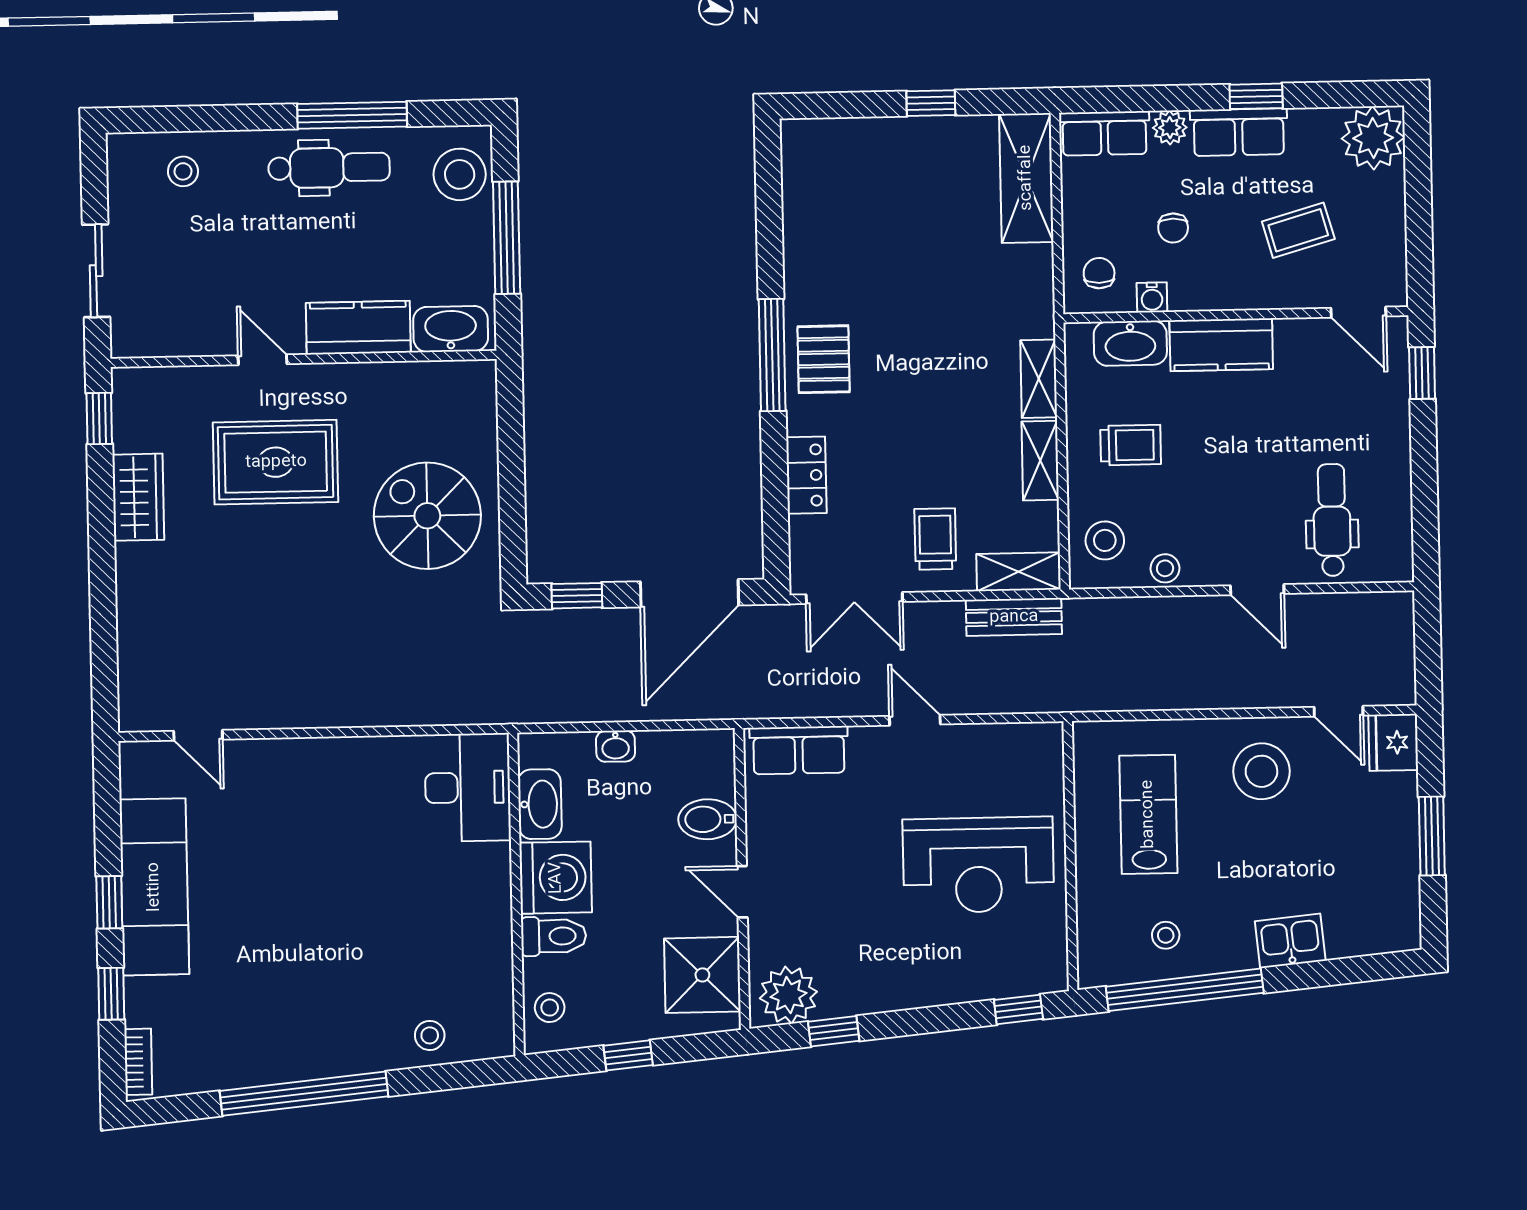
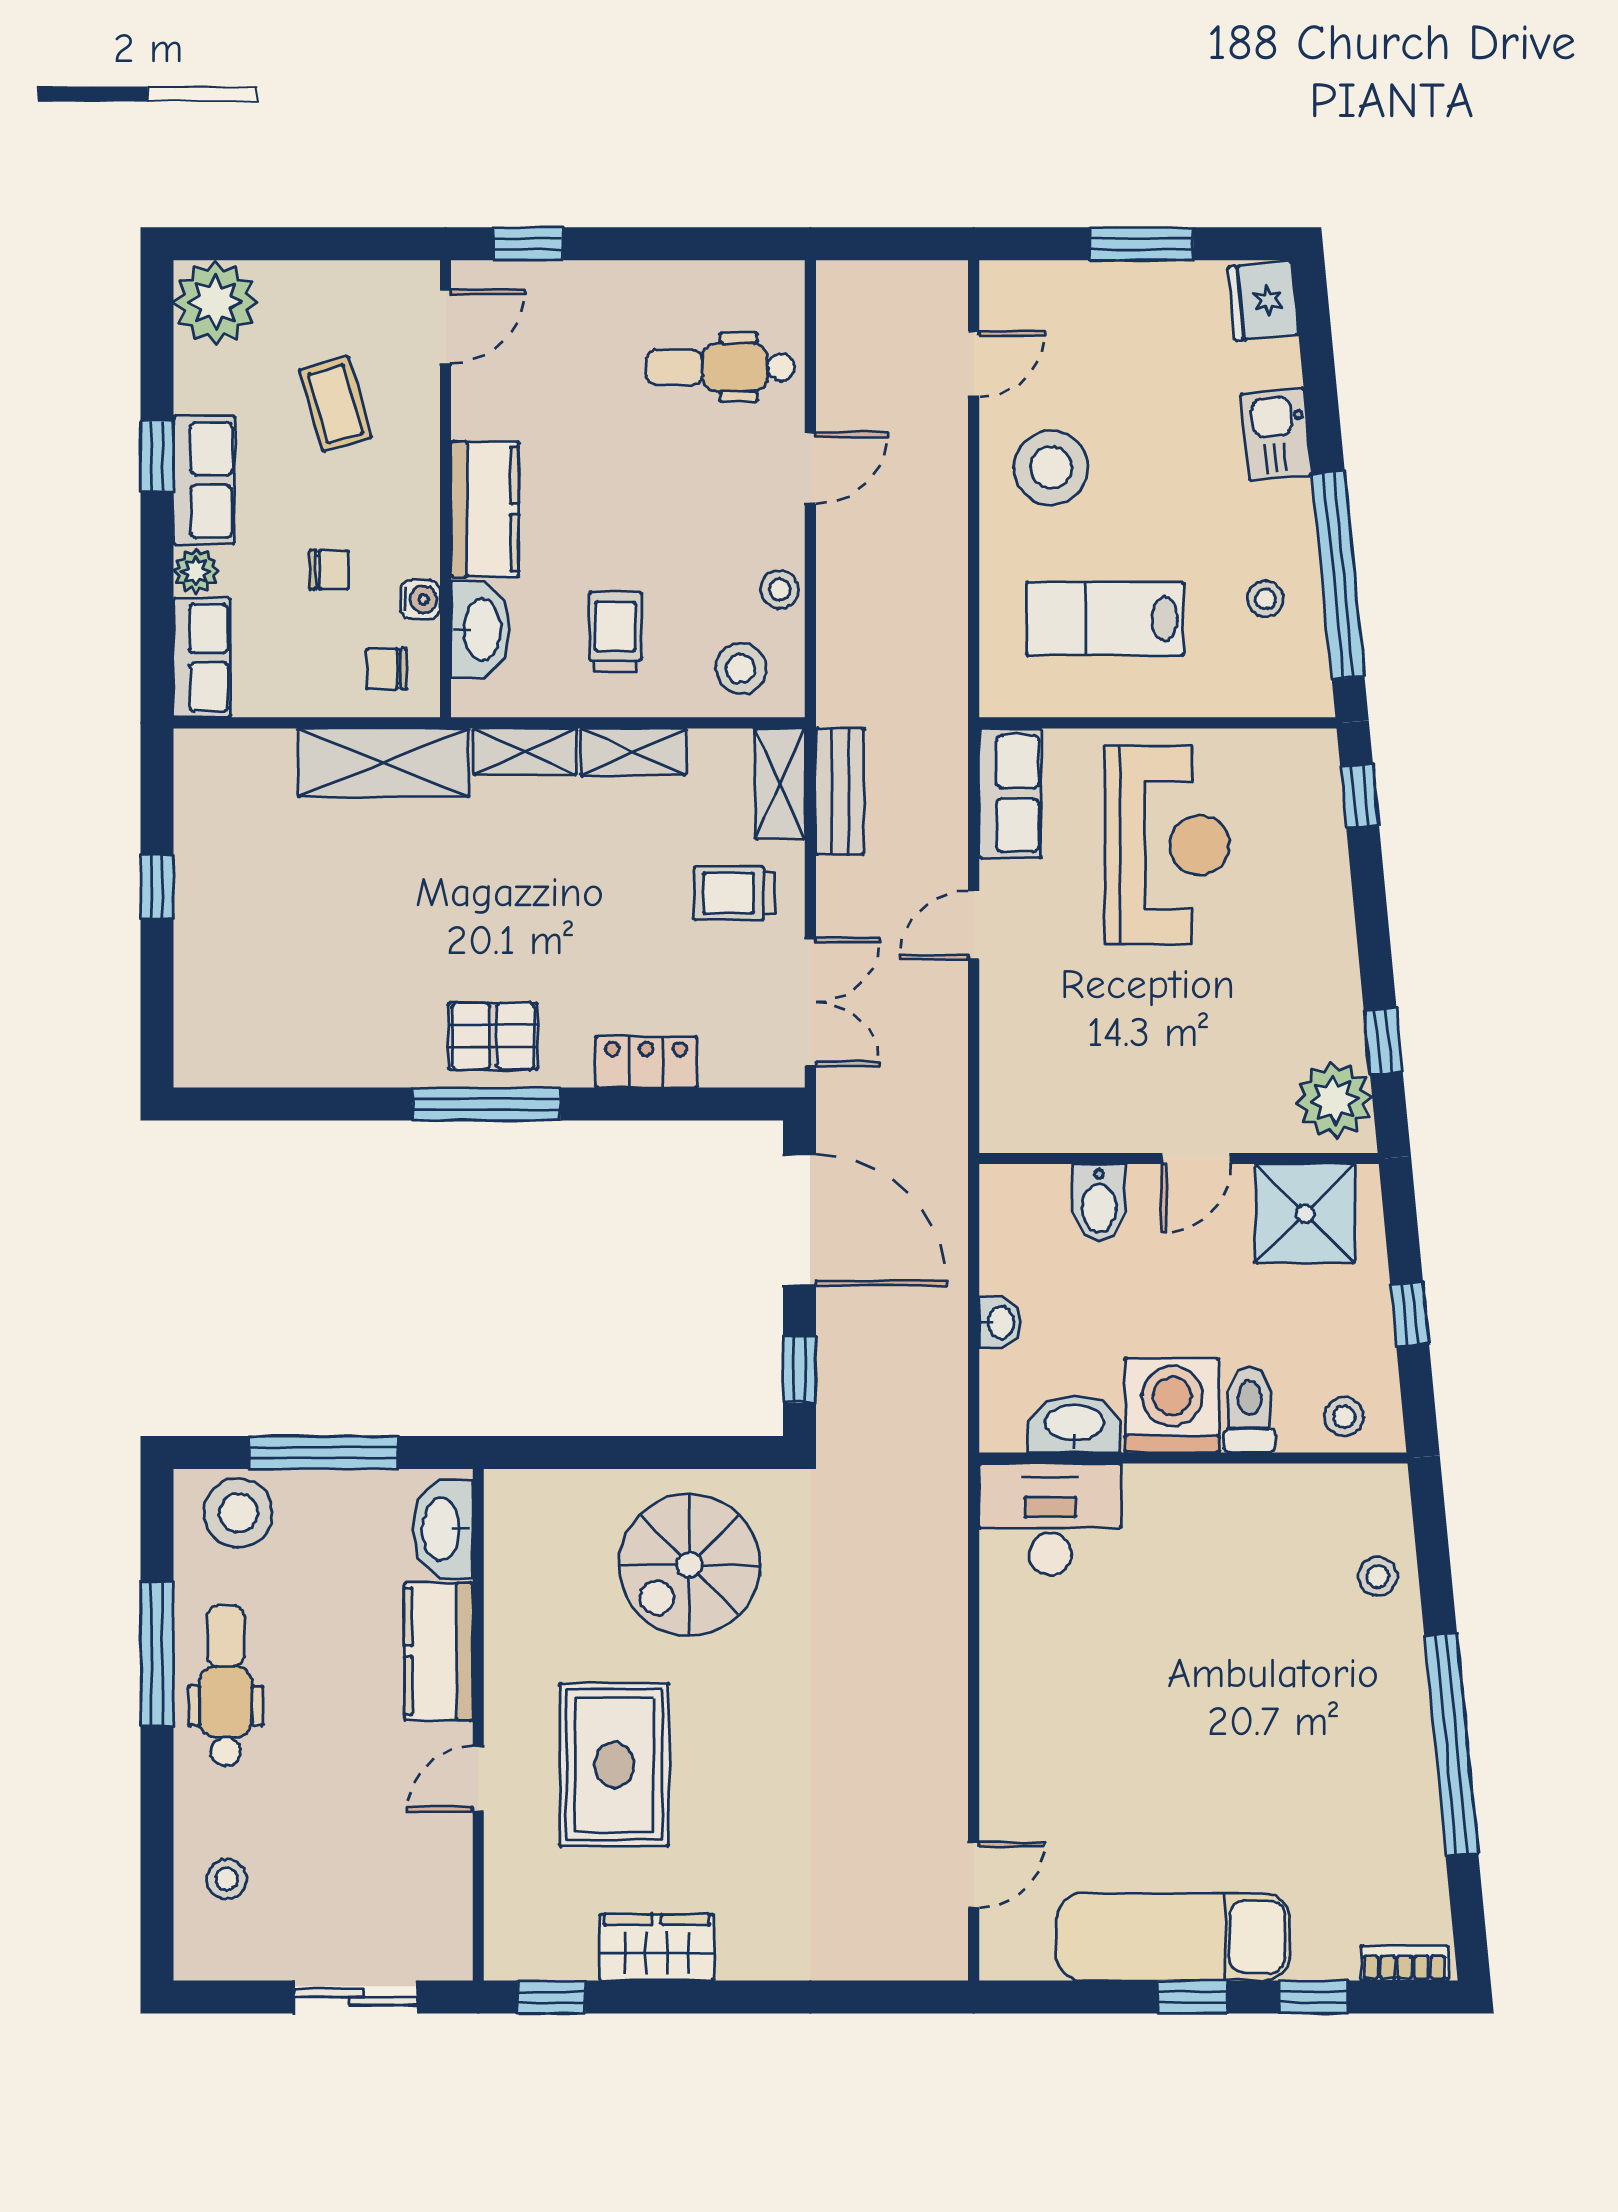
shelving: (1026, 178) -> (383, 763), moved
fridge: (1393, 742) -> (1263, 301), moved, turned 84
row of seats: (799, 750) -> (1010, 793), moved

